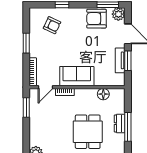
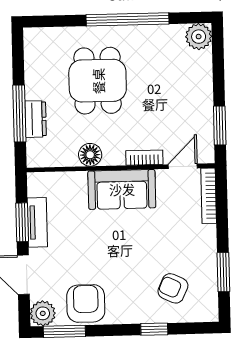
armchair: (96, 19) -> (86, 303), turned -90
window: (26, 43) -> (223, 272), moved
floor lamp: (103, 94) -> (90, 155), moved
dresser: (120, 124) -> (36, 119), moved
window: (128, 127) -> (19, 114), moved

